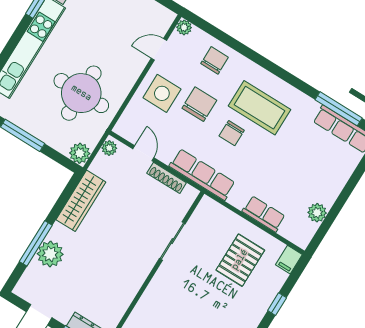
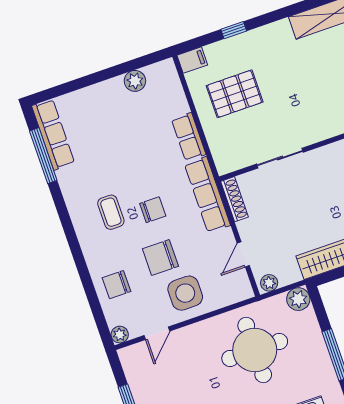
door: (159, 49) -> (157, 333), hinge flipped
coffee table: (260, 108) -> (111, 212), width x0.54, depth x0.58
shoe rack: (167, 178) -> (235, 199), moved
row of seats: (264, 214) -> (189, 137), moved

